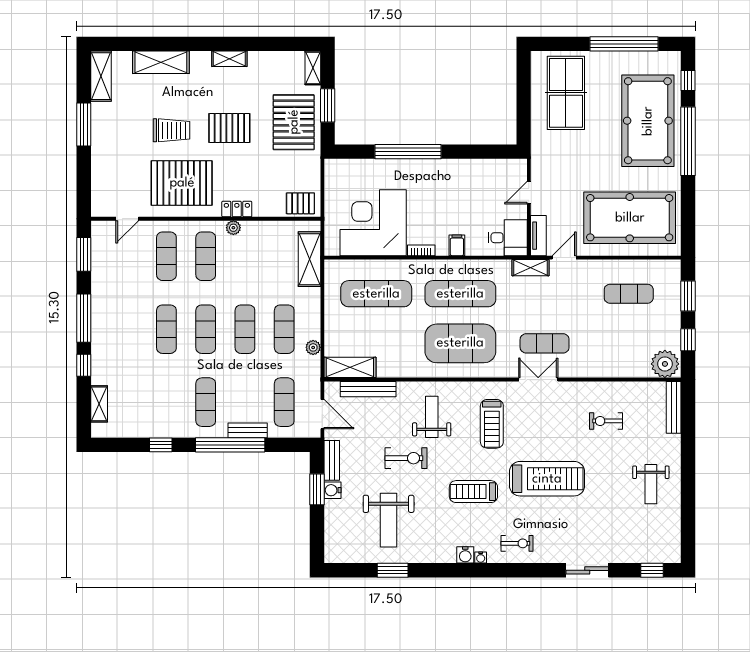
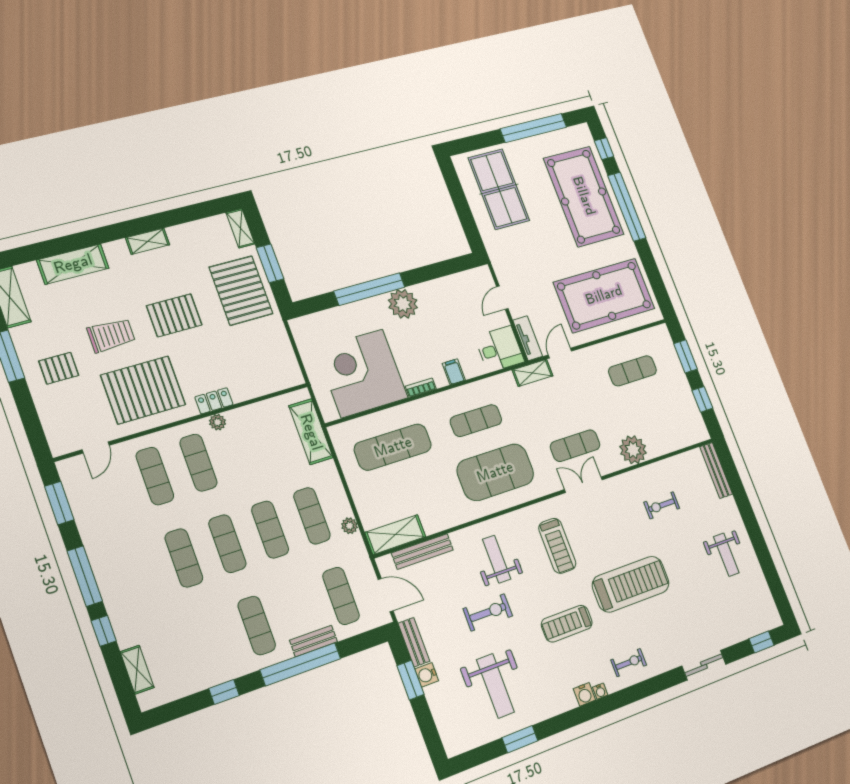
plant: (433, 173) -> (403, 304), added
pallet: (300, 203) -> (59, 368), moved
exercise mat: (460, 294) -> (476, 421), width x0.73, depth x0.69
plant: (665, 364) -> (633, 450), moved

